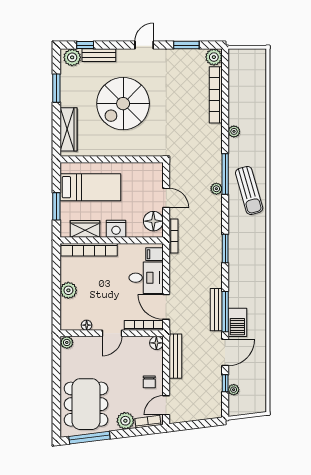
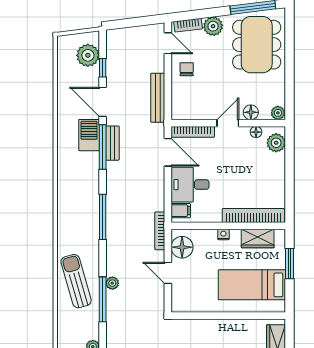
nightstand: (116, 229) -> (223, 234), width x0.53, depth x0.56
window: (225, 249) -> (103, 217), width x1.44
plant: (68, 290) -> (276, 143), moved
bench: (216, 310) -> (112, 143), width x0.73
floor lamp: (156, 343) -> (251, 112), moved
door: (225, 352) -> (103, 102), hinge flipped
plant: (234, 390) -> (88, 55), width x1.88, depth x1.88
door: (166, 405) -> (168, 43), hinge flipped

